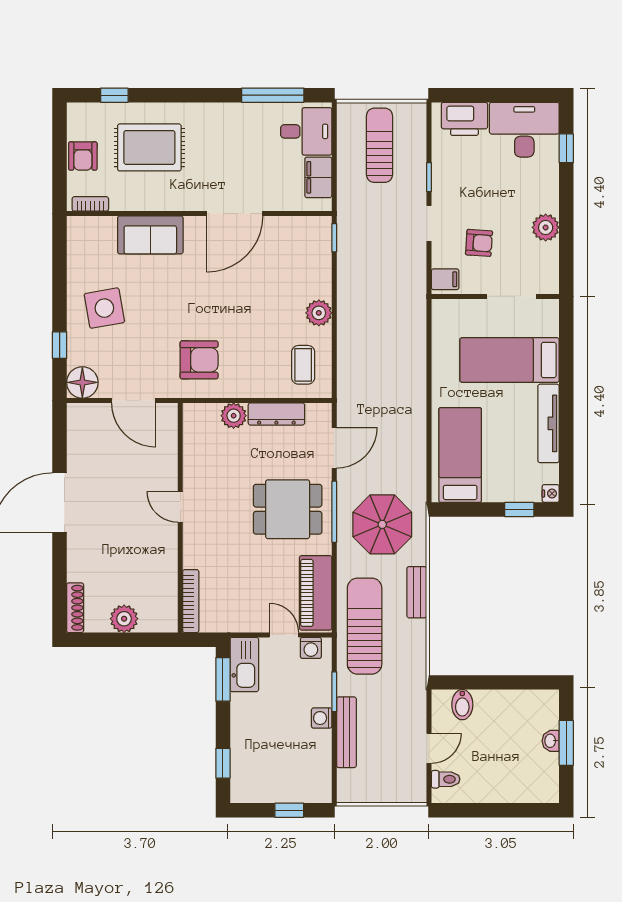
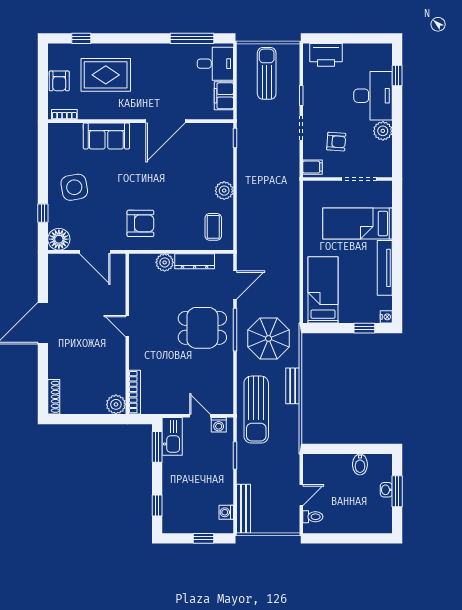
desk: (524, 130) -> (373, 96), moved, turned 90
piano: (316, 593) -> (222, 386), removed
plant: (124, 619) -> (116, 404), moved
sun lounger: (365, 626) -> (256, 410), turned 180
bidet: (462, 705) -> (360, 464), moved
washing machine: (322, 718) -> (226, 512), moved
bench: (346, 732) -> (244, 509), moved

